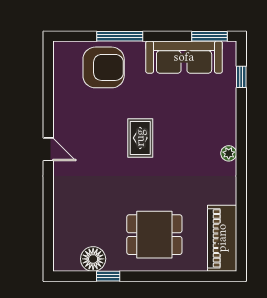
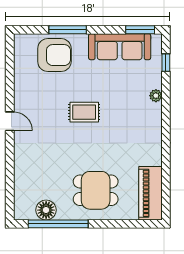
rug: (140, 138) -> (84, 112), turned 90
plant: (229, 153) -> (156, 96), moved
window: (108, 276) -> (58, 224), width x3.17

